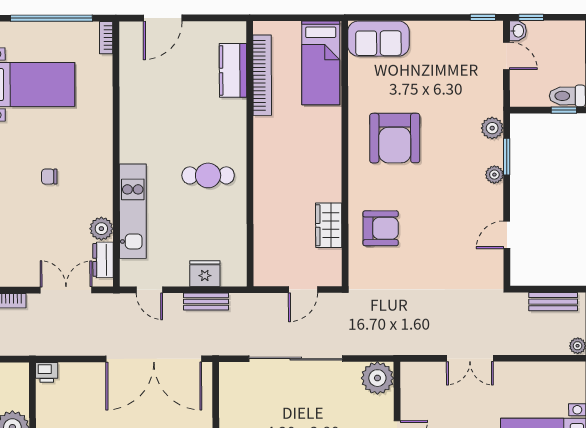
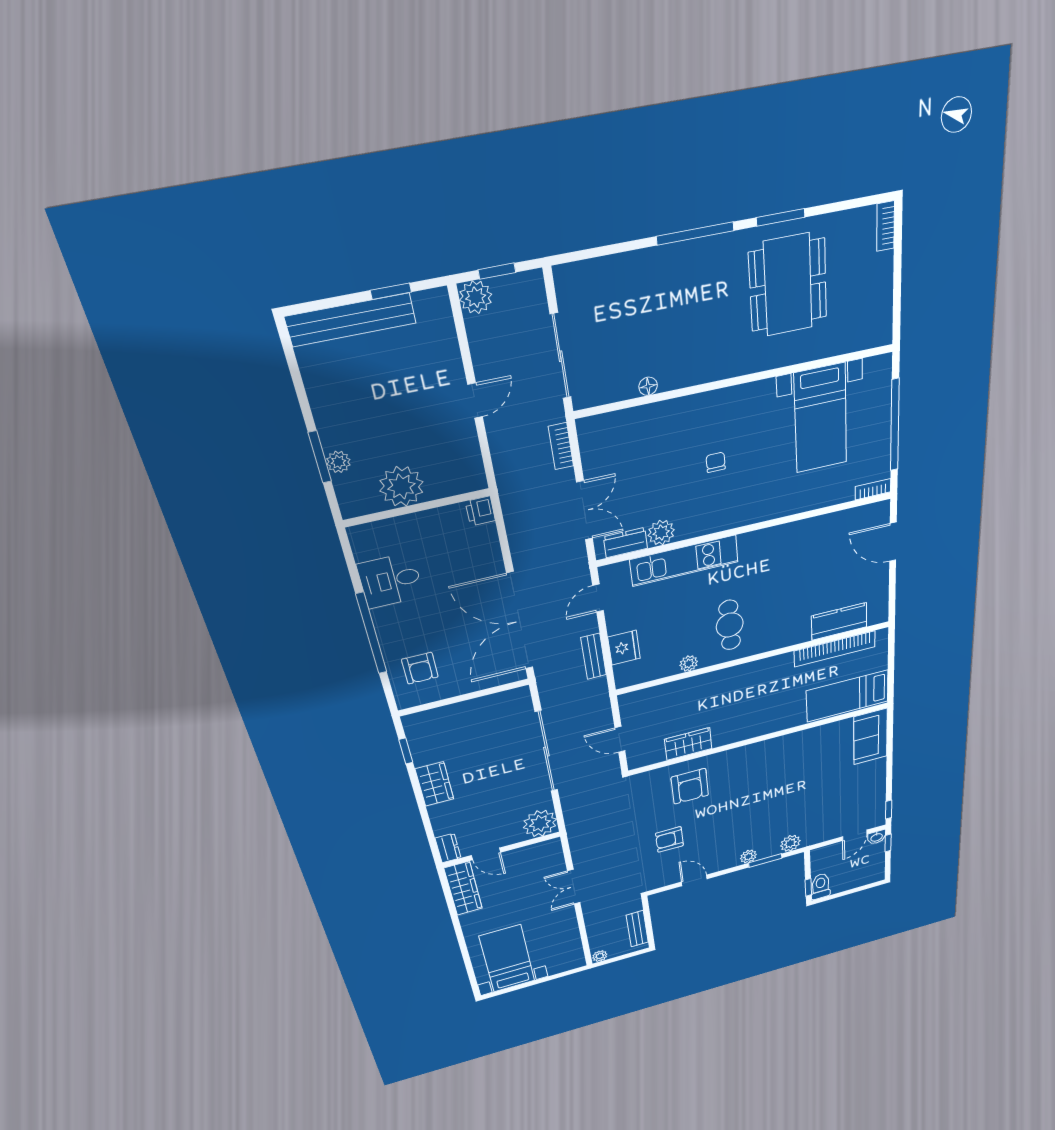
armchair: (395, 138) -> (669, 839), moved, width x0.53, depth x0.53
plant: (238, 217) -> (689, 663), added

